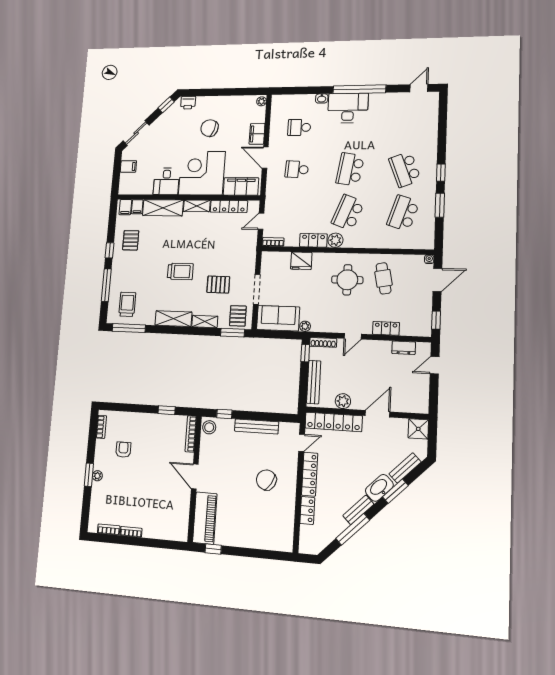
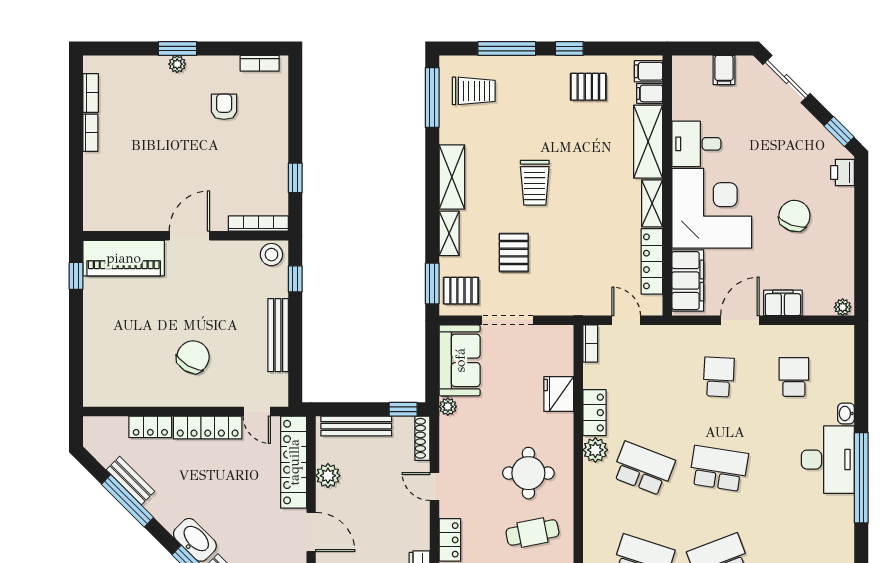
armchair: (123, 450) -> (224, 107), turned -90
bench: (358, 510) -> (130, 481), moved

